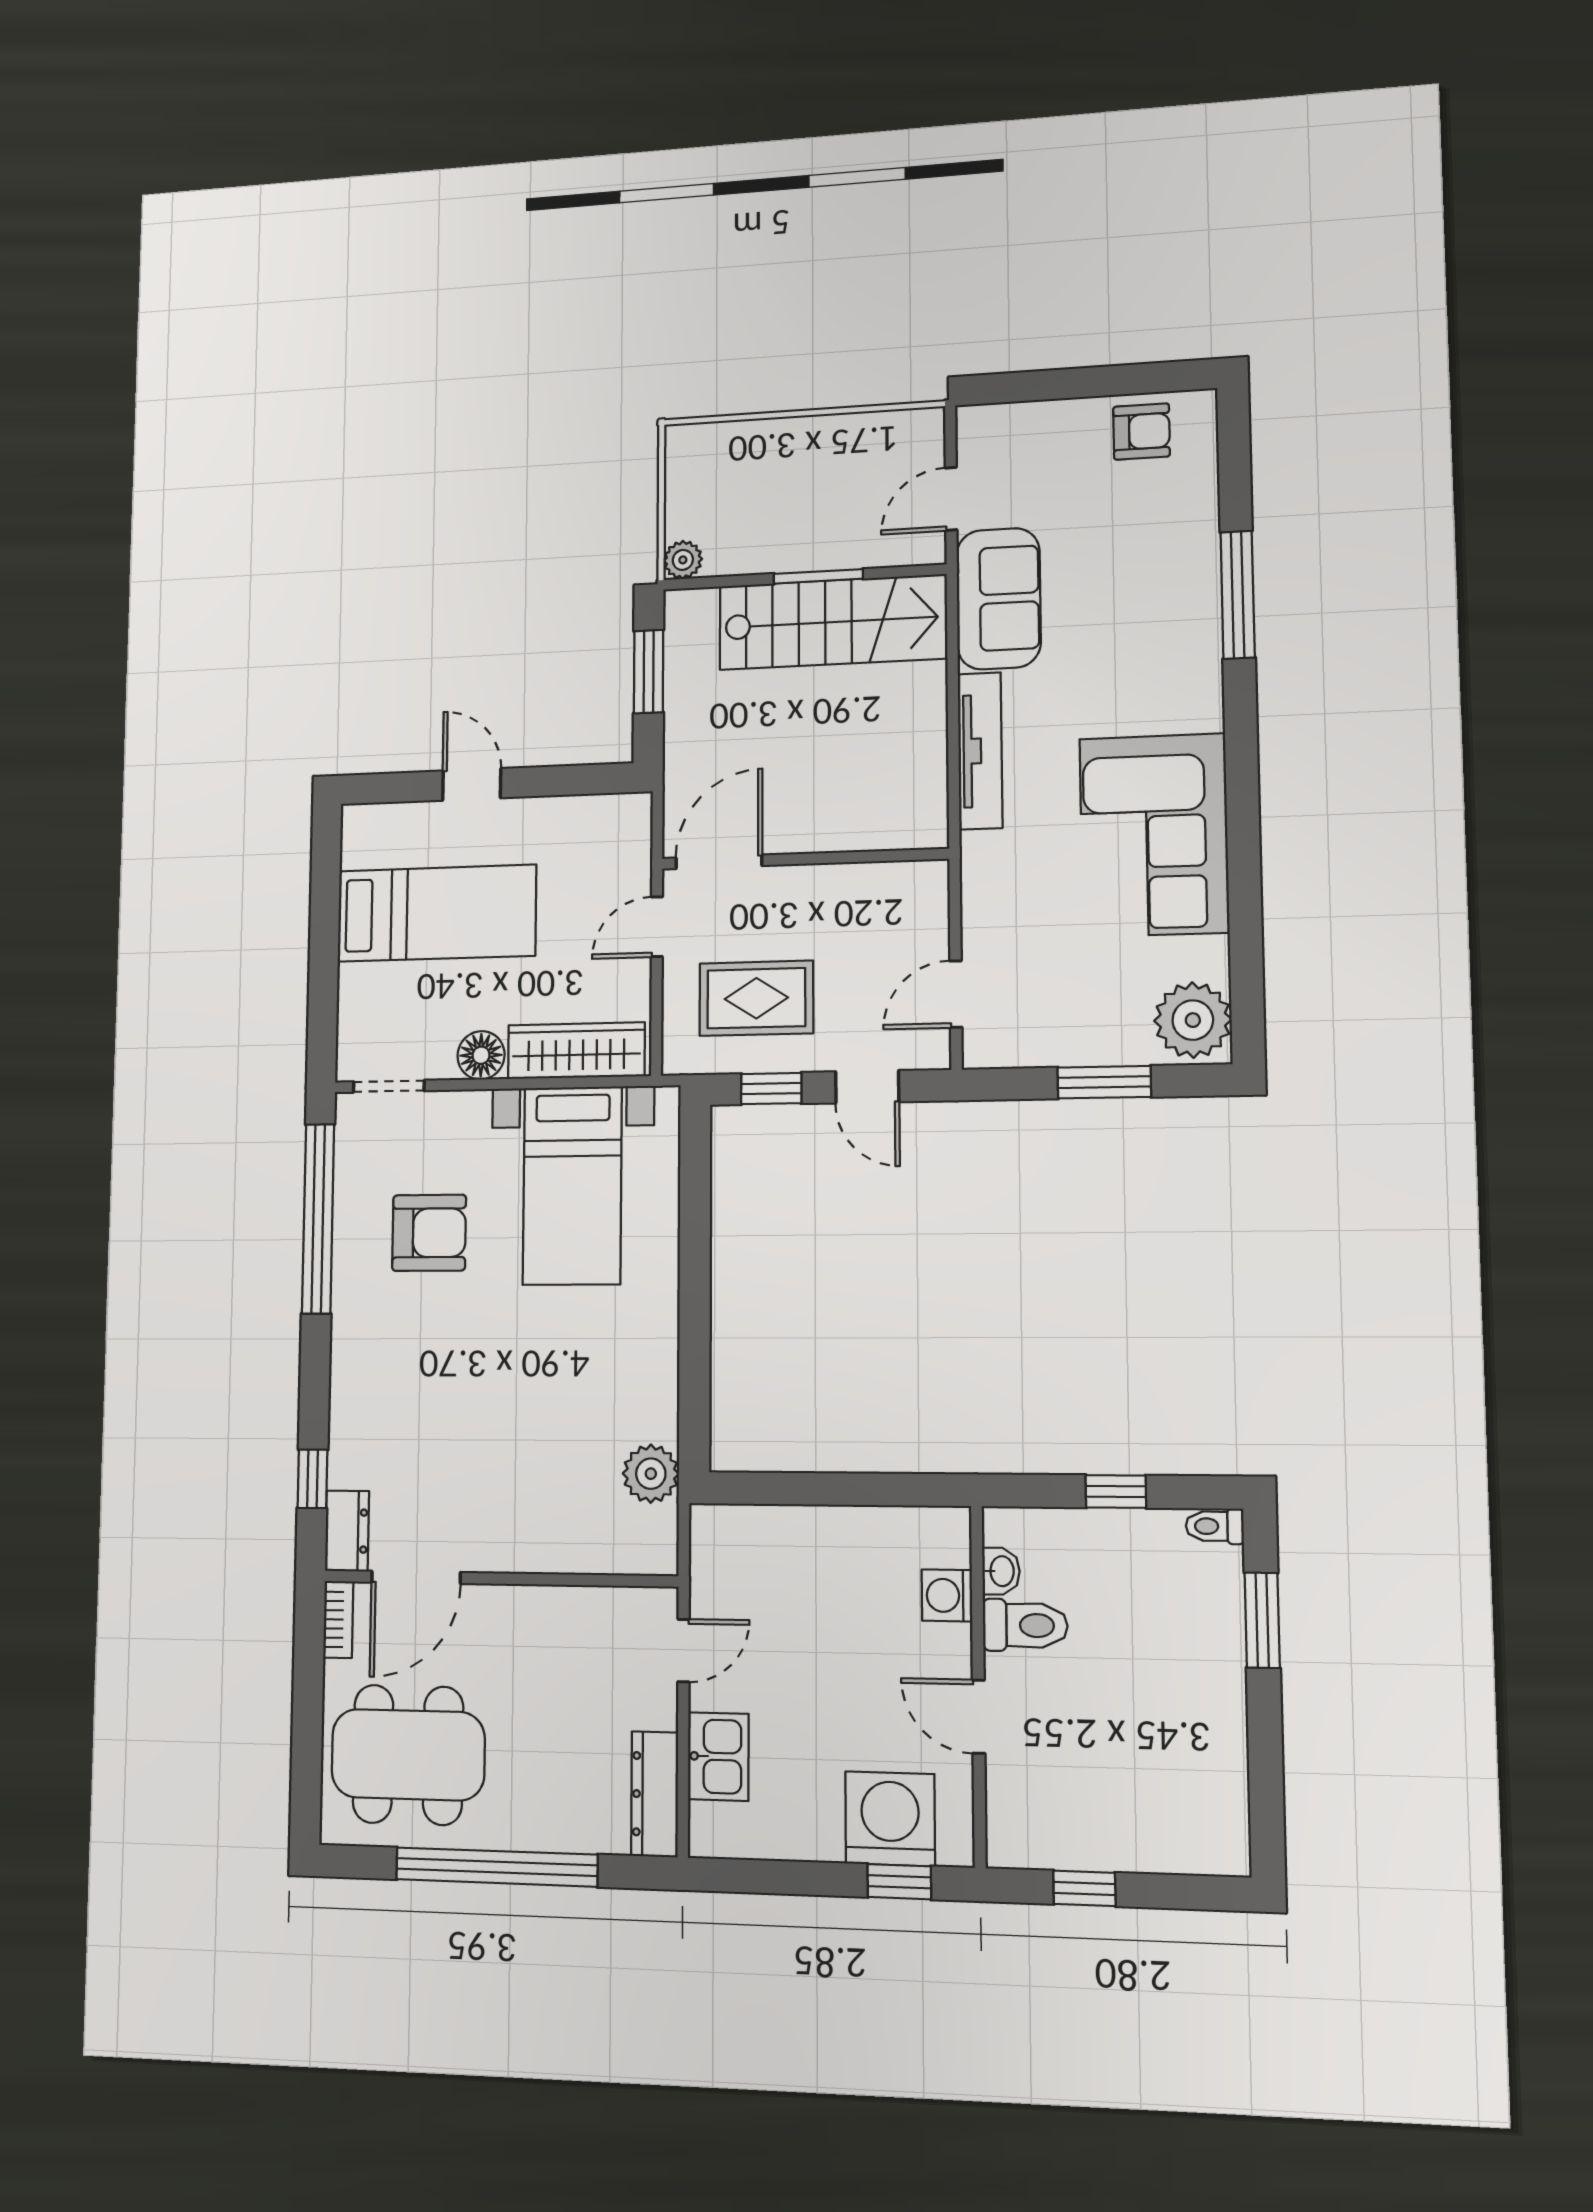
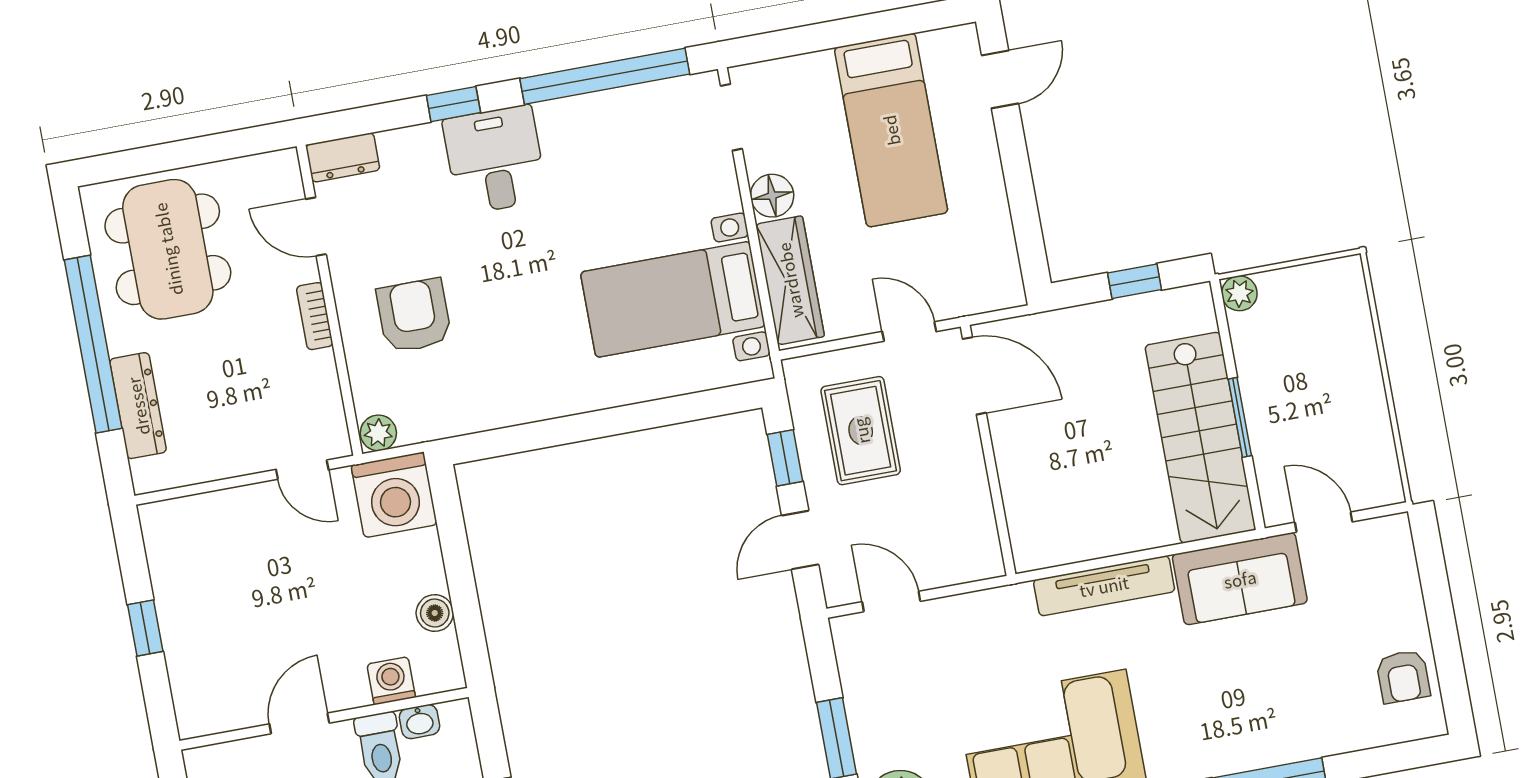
window: (649, 672) -> (1134, 281), width x0.67
door: (472, 784) -> (1000, 79), moved
armchair: (429, 1233) -> (414, 316), moved, turned 180
desk: (383, 1358) -> (495, 160), added
plant: (651, 1474) -> (378, 433), moved, width x0.73, depth x0.73
window: (313, 1479) -> (453, 104), moved
boiler: (876, 1527) -> (435, 613), added
door: (416, 1577) -> (316, 227), width x0.73
bookcase: (338, 1619) -> (315, 316), moved, turned 90
kitchen sink: (718, 1757) -> (223, 515), removed
dresser: (655, 1794) -> (138, 406), moved, turned 90
washing machine: (890, 1819) -> (394, 495), moved, turned 90
window: (899, 1882) -> (145, 628), moved

